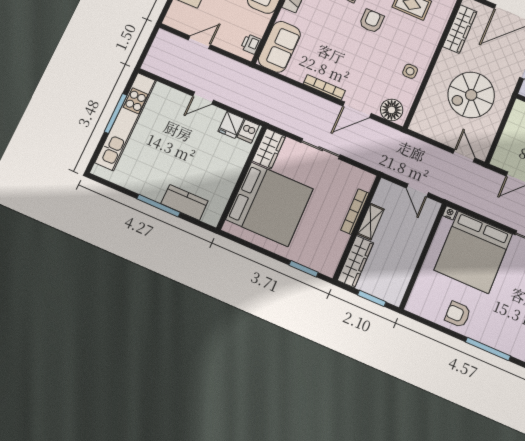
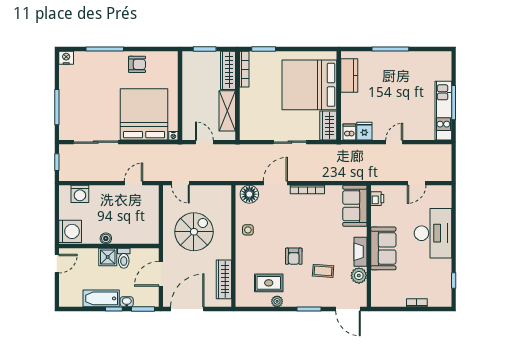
kitchen unit: (126, 121) -> (443, 111), width x0.73
kitchen counter: (184, 202) -> (349, 76), moved, turned -90
bookcase: (355, 212) -> (244, 69), moved
shelving: (371, 222) -> (227, 111), width x1.50, depth x1.33

